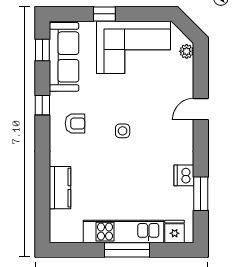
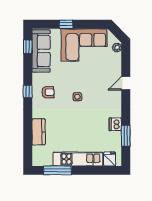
window: (42, 105) -> (28, 91), moved
window: (127, 250) -> (57, 170), moved

